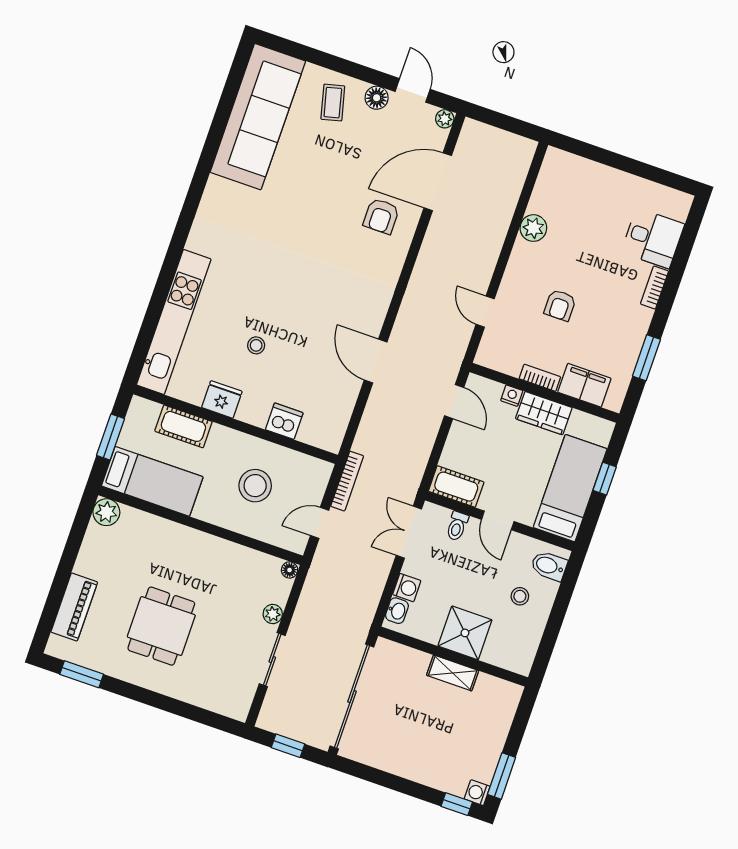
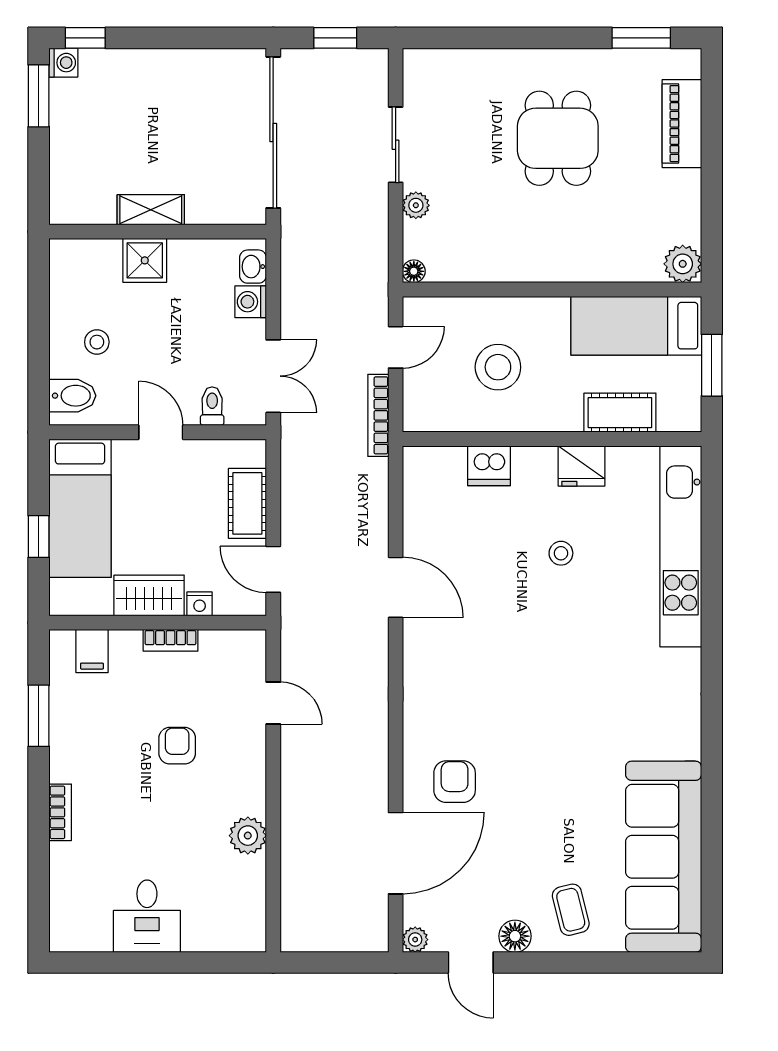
desk: (653, 238) -> (147, 916), moved, turned -90
filing cabinet: (584, 385) -> (92, 651), width x0.50
cot: (456, 487) -> (247, 503), moved, turned 90
shower: (465, 633) -> (145, 260), width x0.73, depth x0.73

